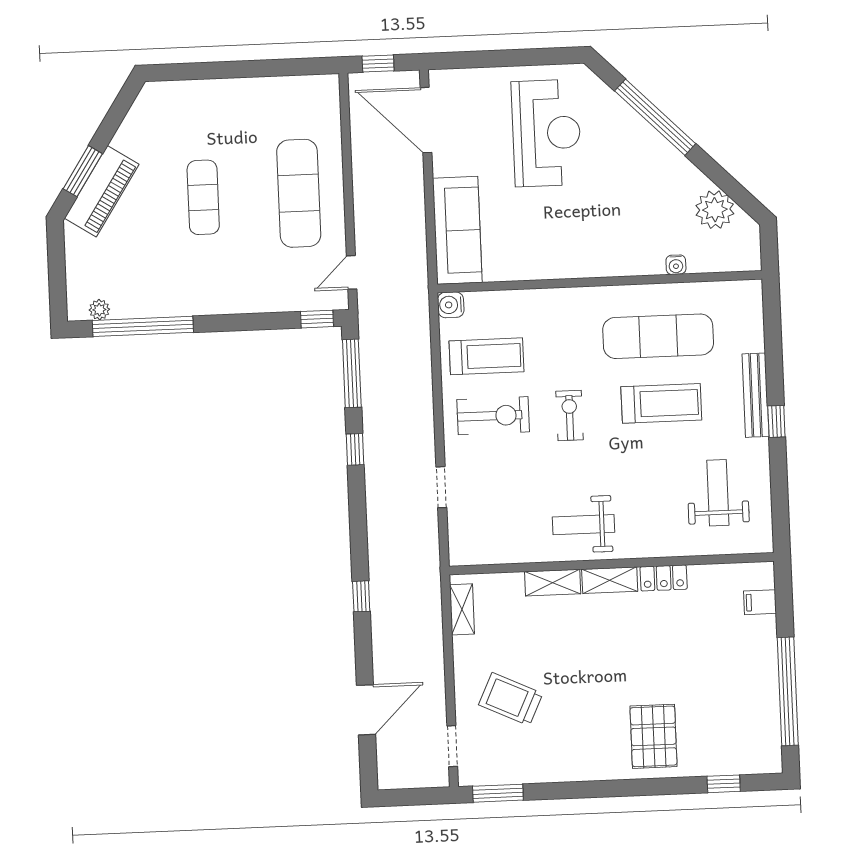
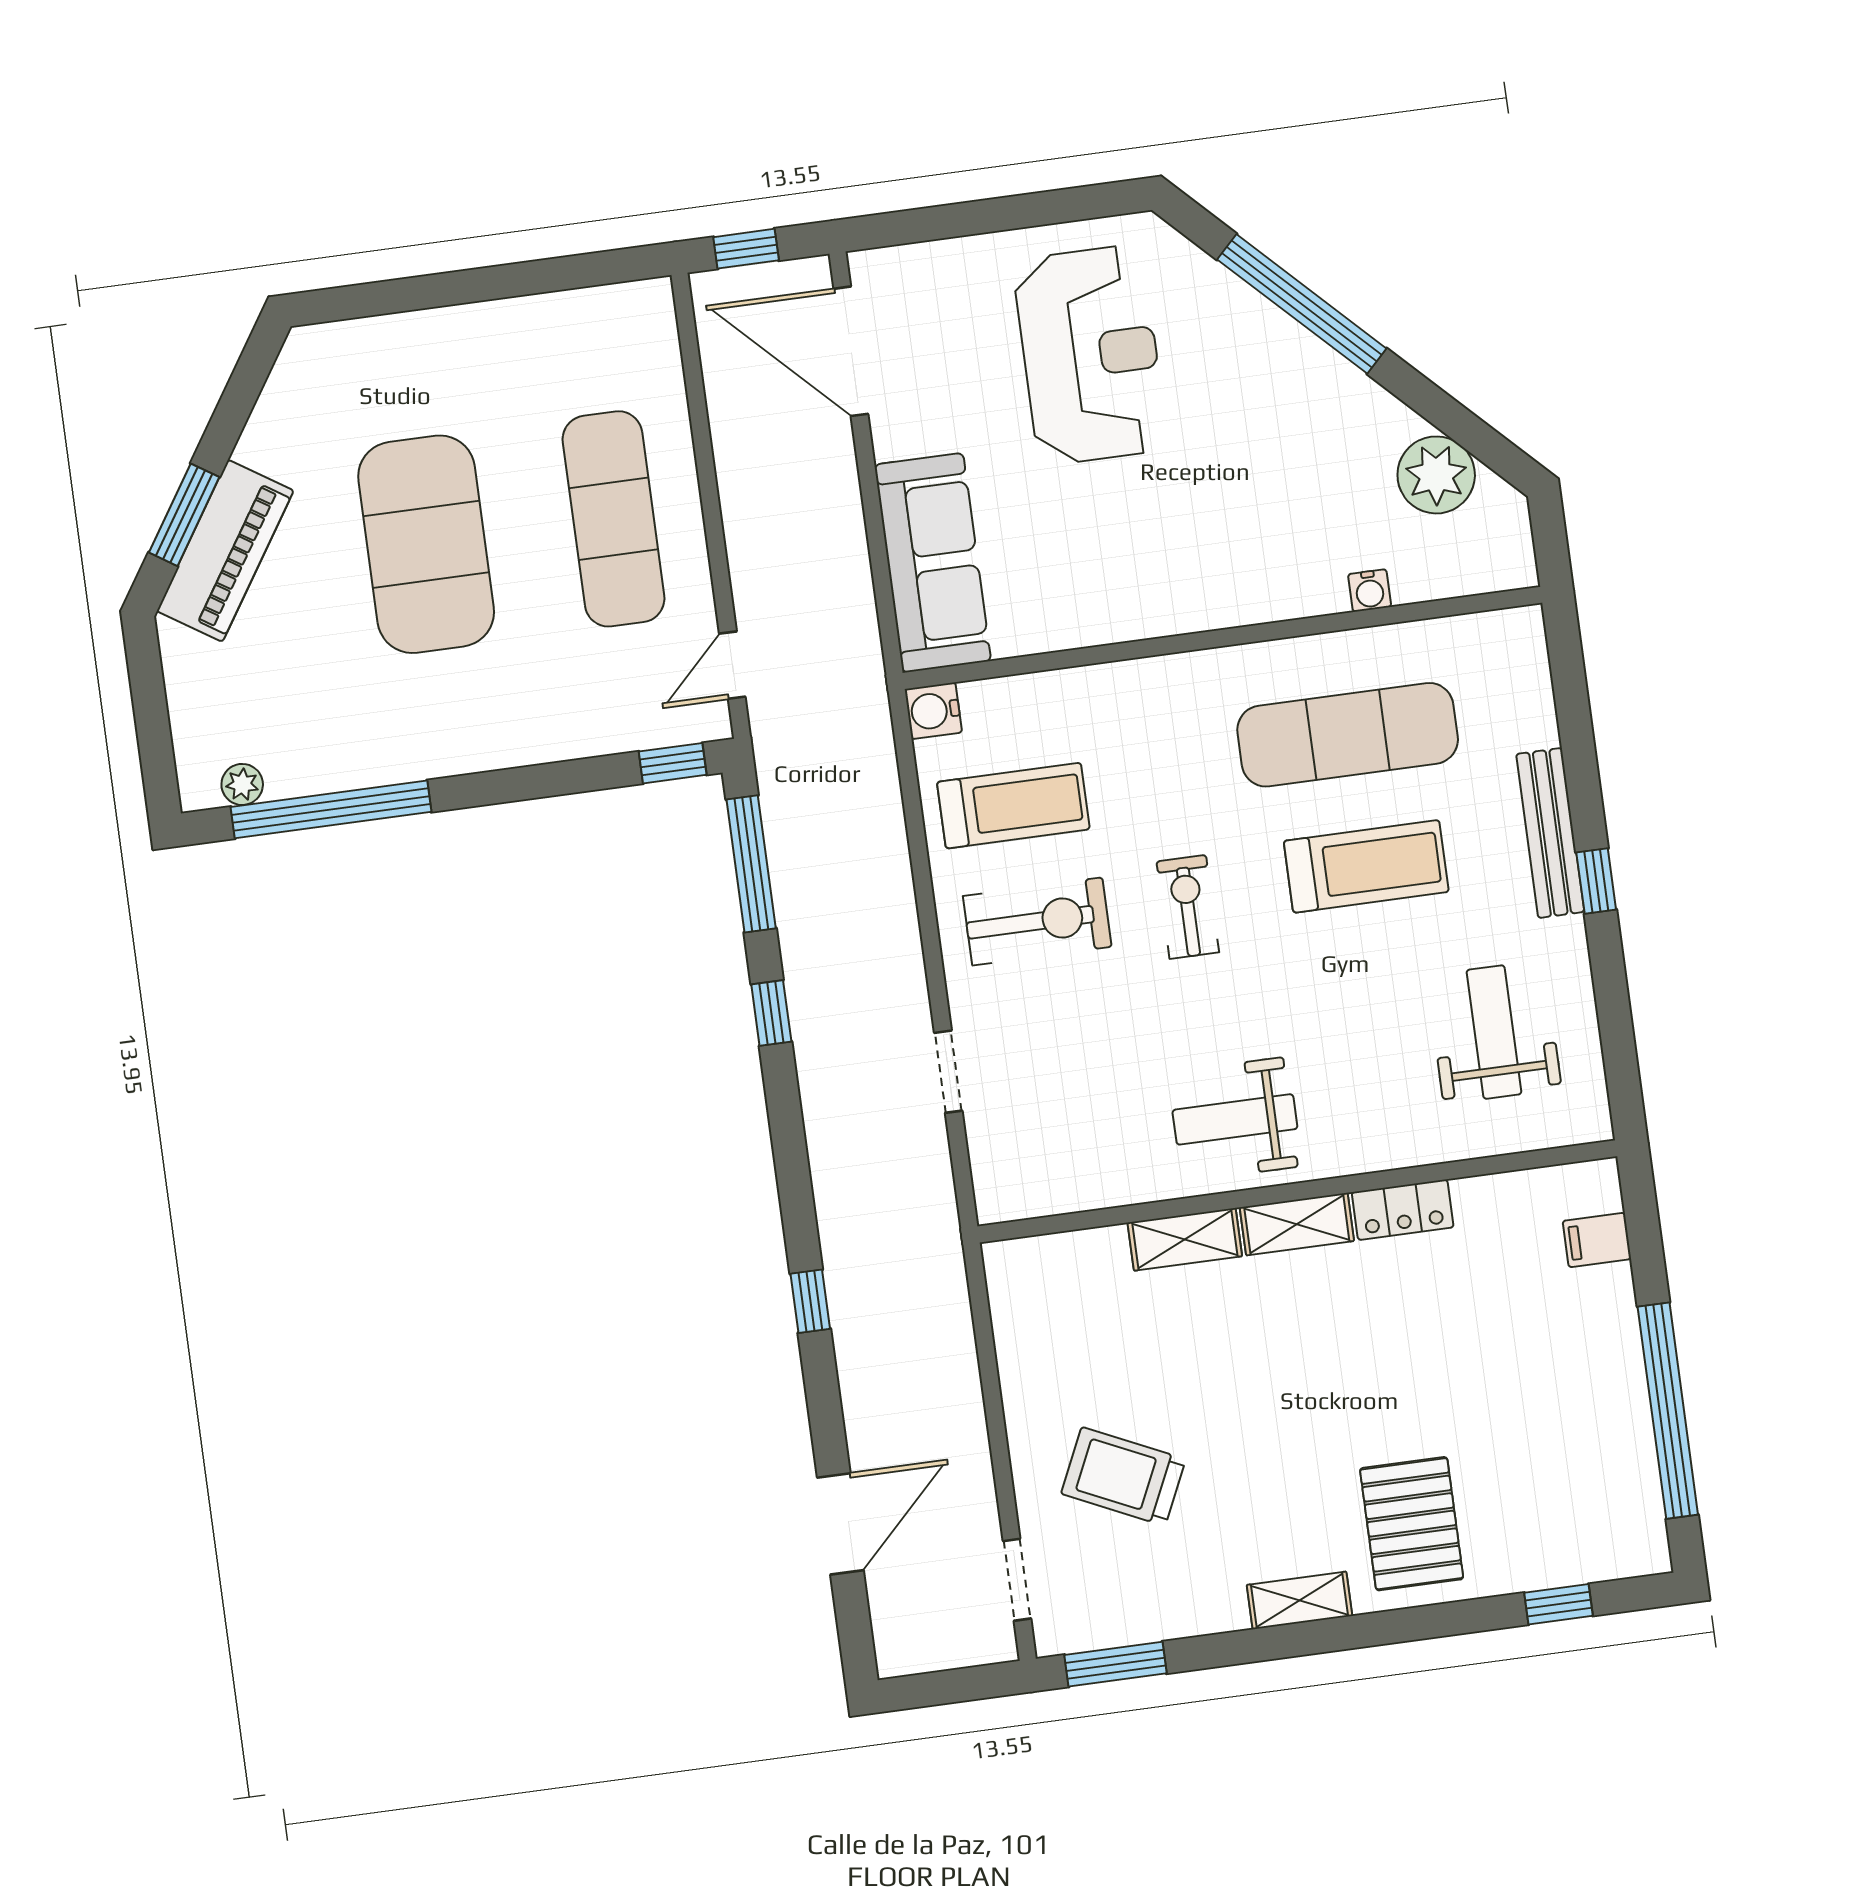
exercise mat: (203, 197) -> (426, 544), width x2.00, depth x1.45
shelving: (462, 609) -> (1299, 1600), moved, turned 90

